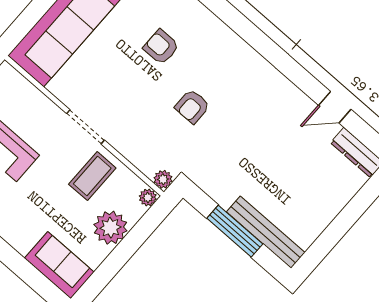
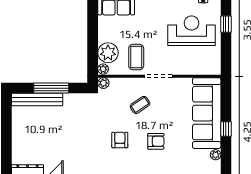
armchair: (192, 106) -> (120, 140), moved
coffee table: (141, 111) -> (140, 105), added
plant: (110, 228) -> (108, 53), moved

